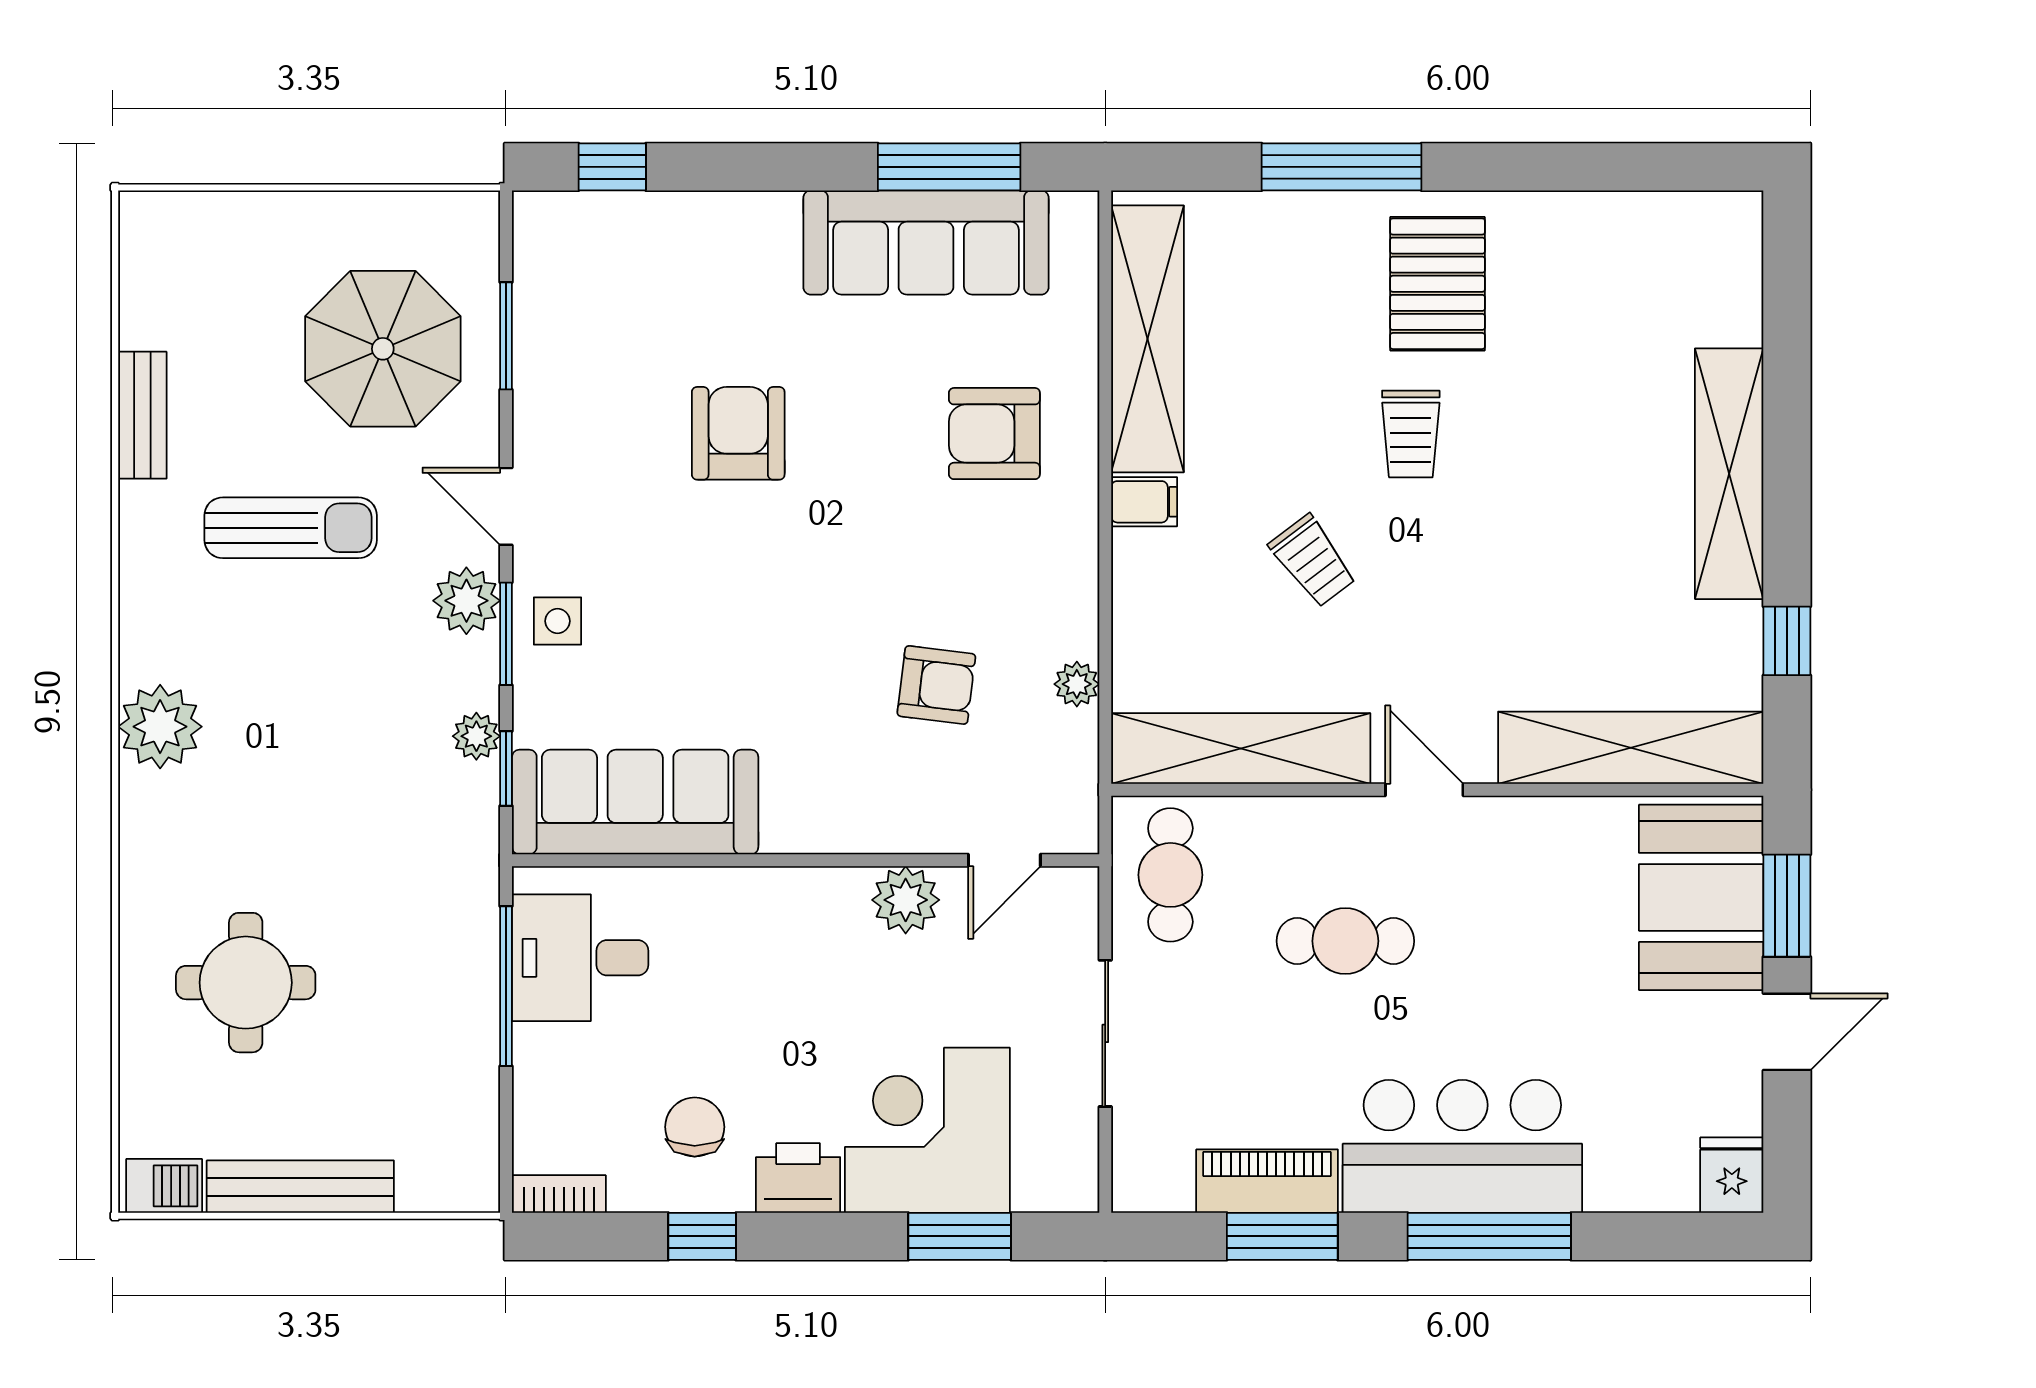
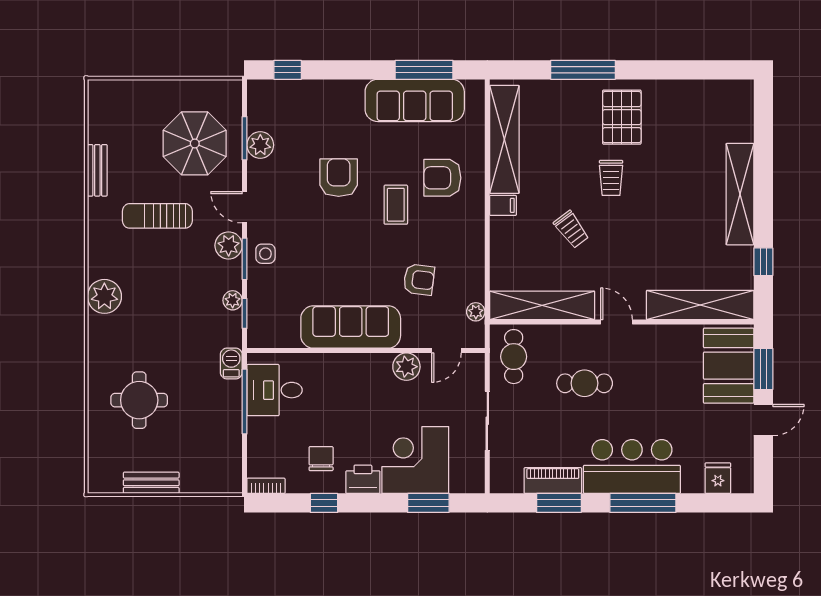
plant: (545, 353) -> (260, 145), added
coffee table: (879, 500) -> (396, 205), added
sun lounger: (291, 528) -> (157, 216), turned 180
plant: (1077, 684) -> (476, 312), moved
sofa: (635, 802) -> (351, 327), moved
fridge: (1732, 1175) -> (718, 478), moved
barbecue: (164, 1186) -> (231, 363), moved, turned -90
bench: (300, 1187) -> (151, 483), width x0.73

